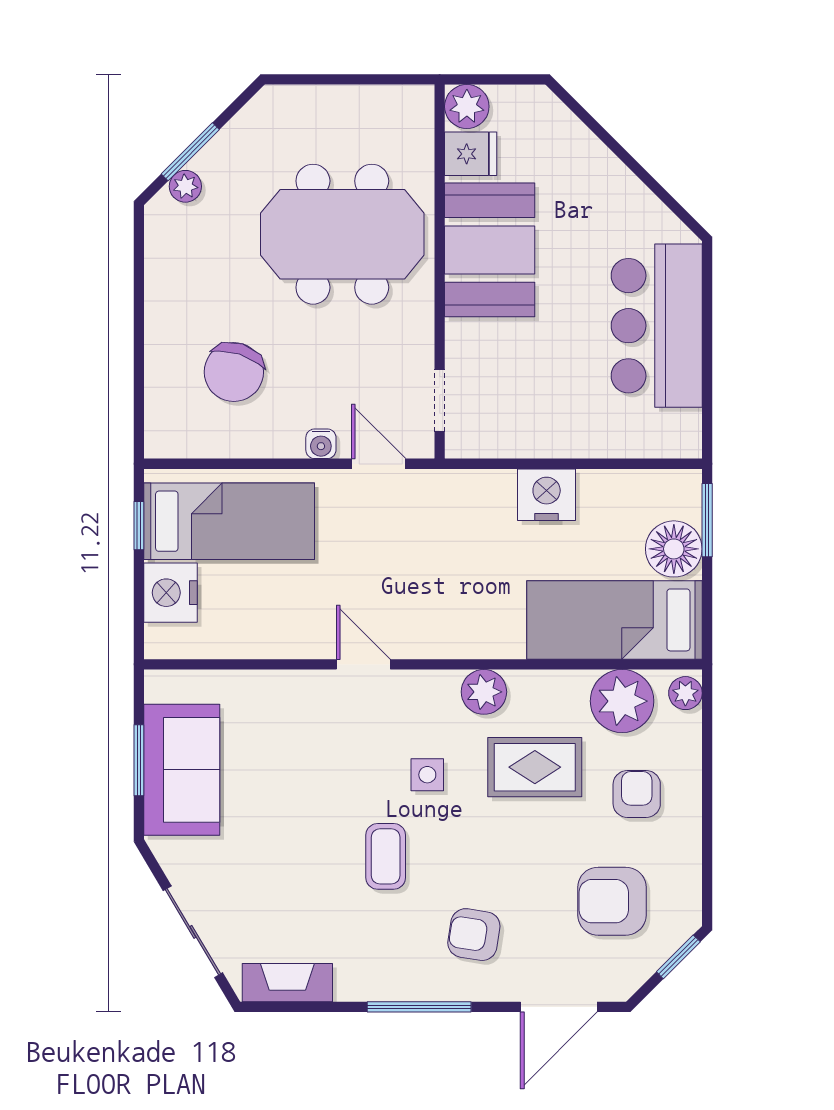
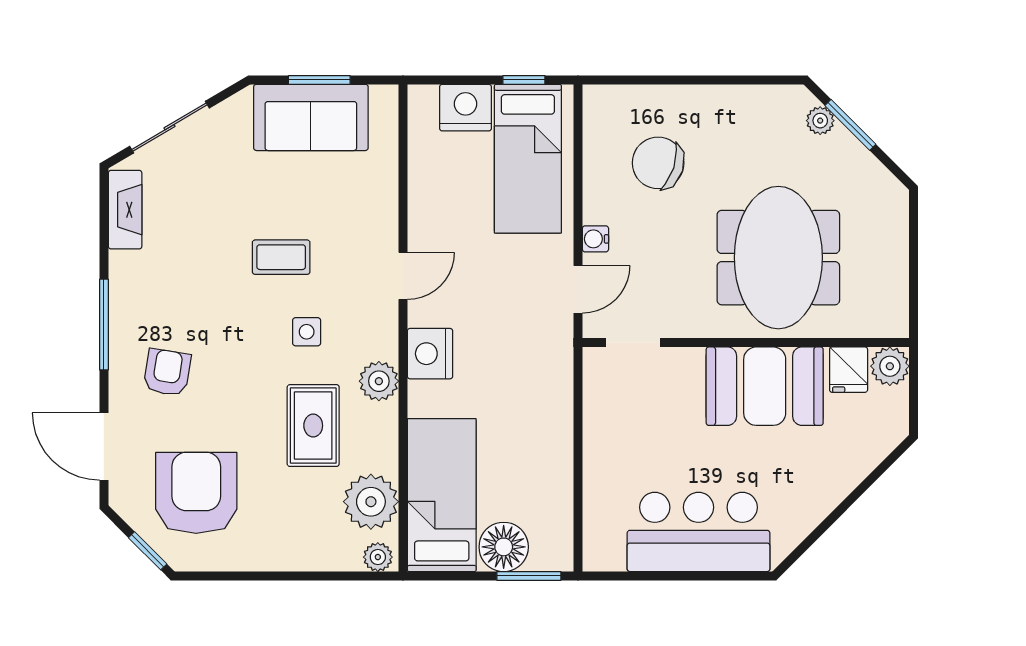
nightstand: (547, 495) -> (430, 354), moved, turned 180
armchair: (637, 794) -> (290, 515), removed
coffee table: (386, 856) -> (281, 257), moved
armchair: (612, 901) -> (196, 493), width x1.36, depth x1.36

